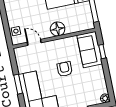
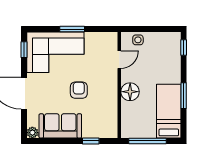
sofa: (90, 50) -> (60, 126), moved
armchair: (65, 69) -> (79, 90), turned -90

